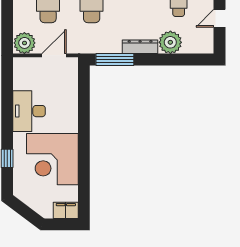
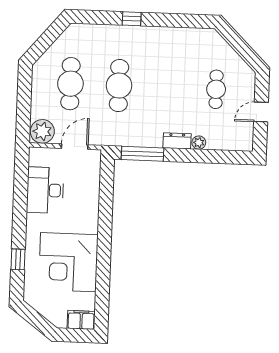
plant: (170, 42) -> (199, 143), width x0.53, depth x0.53
dresser: (140, 47) -> (177, 141), width x0.70
desk: (29, 111) -> (45, 190), moved

